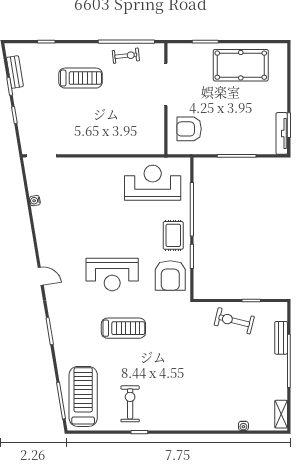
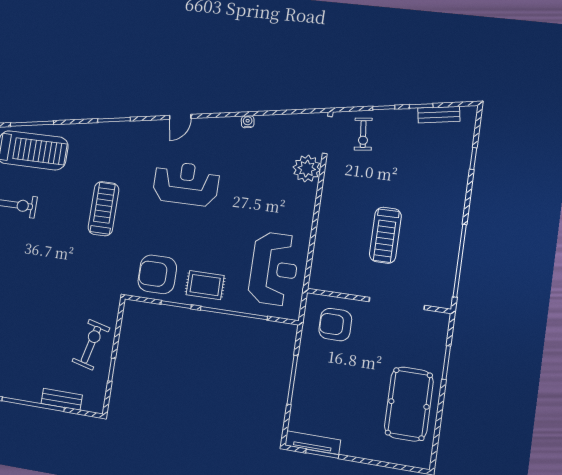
exercise bike: (126, 56) -> (363, 134), moved
treadmill: (81, 78) -> (385, 235), moved
armchair: (189, 129) -> (335, 325), turned -90
plant: (70, 168) -> (307, 169), added
water cooler: (35, 201) -> (248, 122), moved
reception desk: (112, 274) -> (186, 184), moved, turned 90
treadmill: (123, 328) -> (103, 209), turned 180

